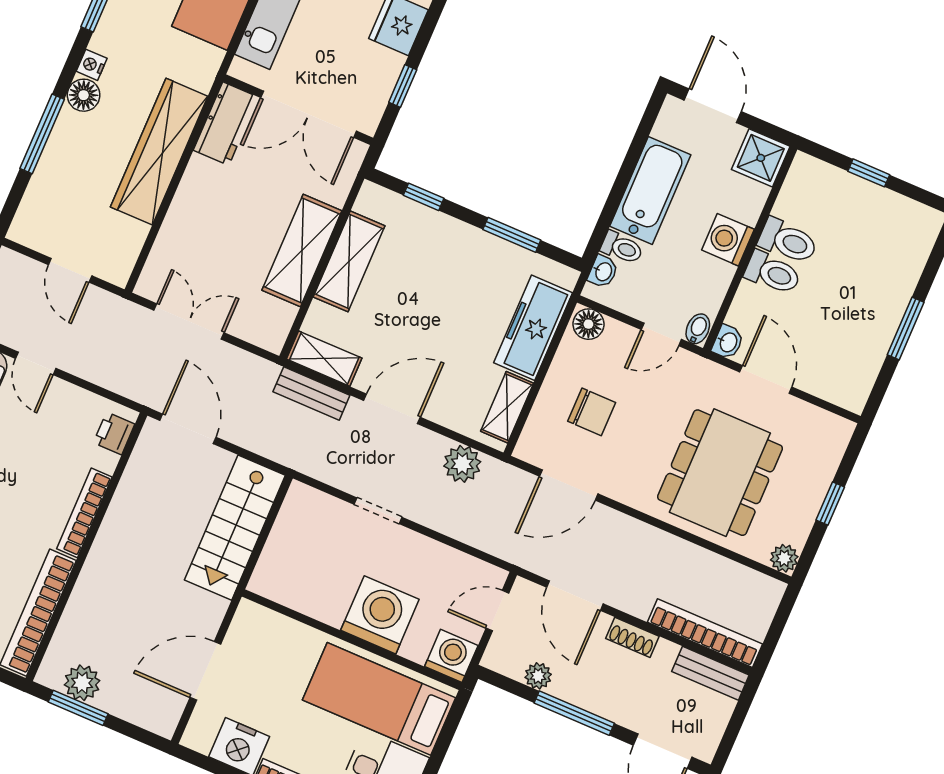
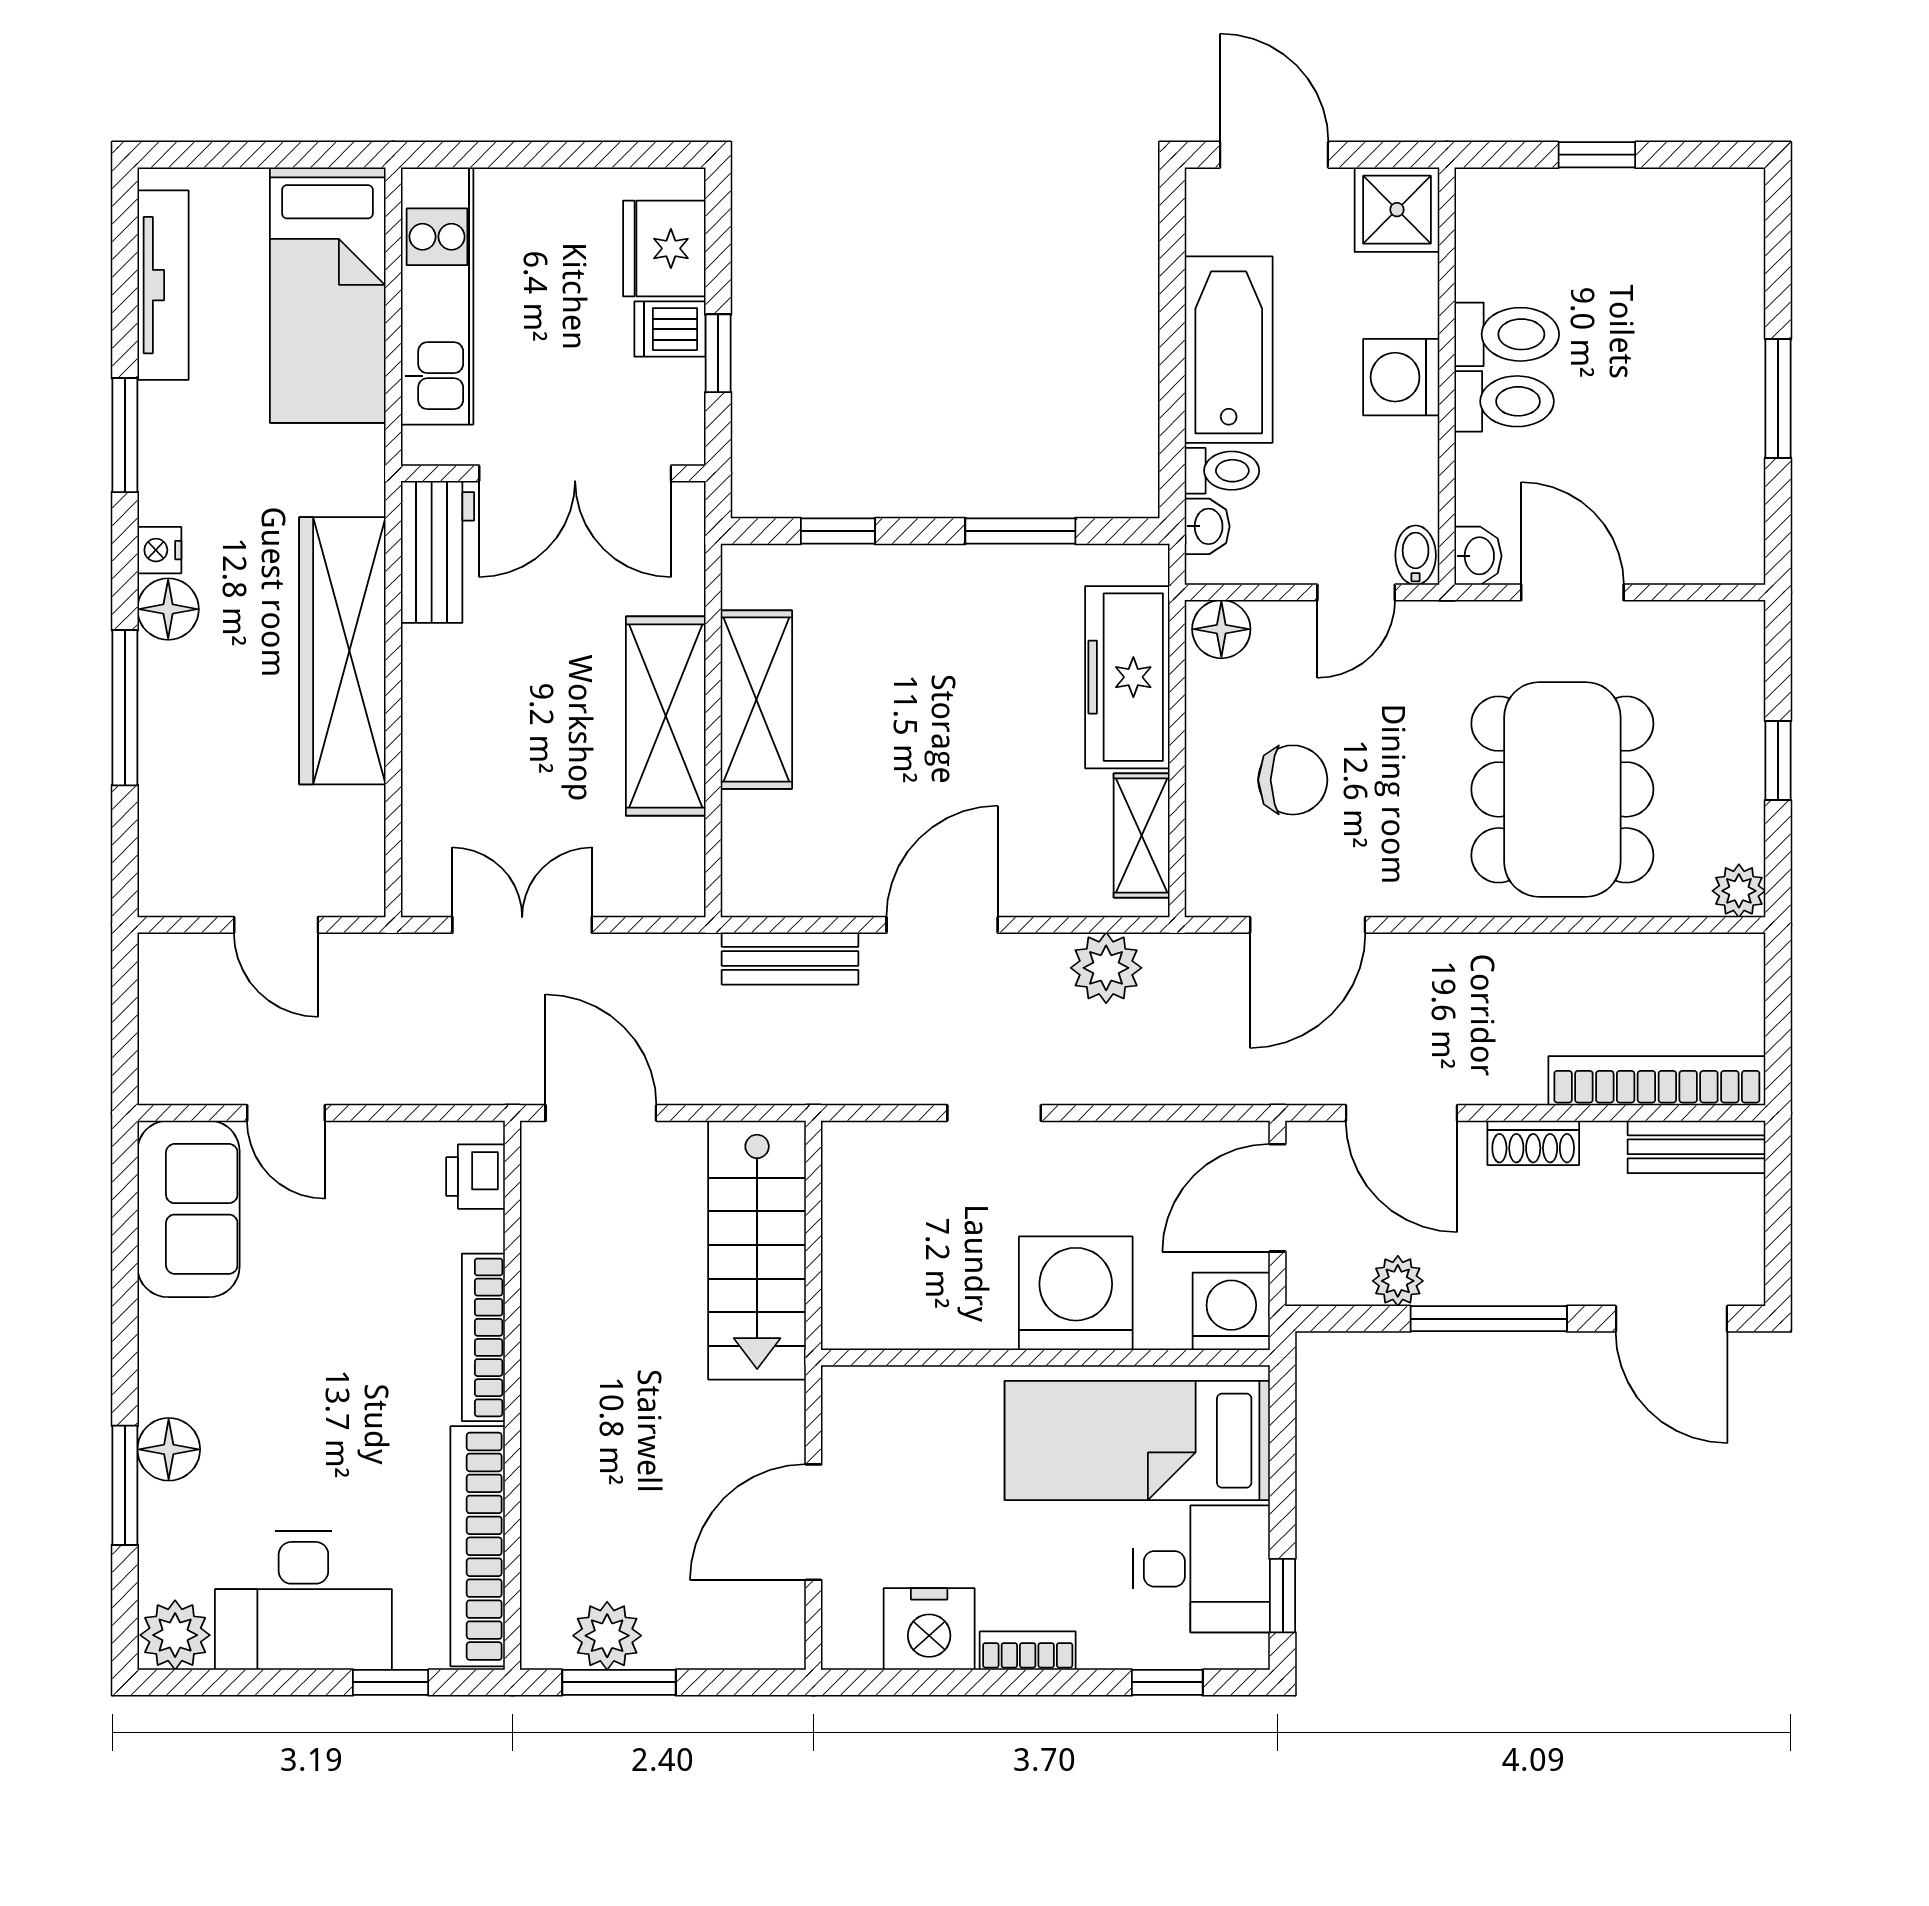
dishwasher: (384, 64) -> (670, 329), added
shelving: (324, 359) -> (786, 888), removed
door: (497, 611) -> (1278, 1198), width x1.38

